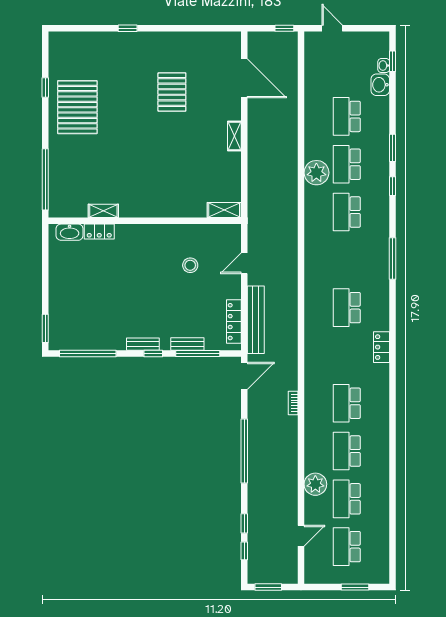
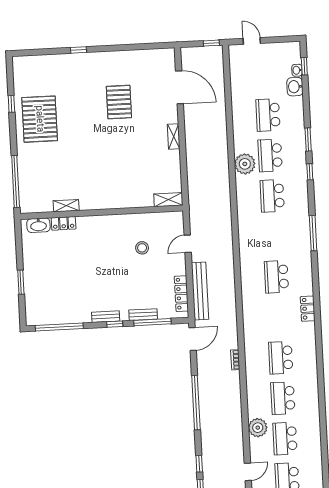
window: (45, 328) -> (21, 282), moved

